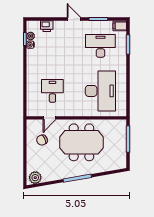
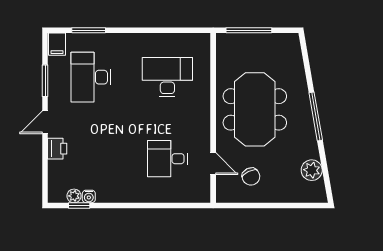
printer: (47, 26) -> (57, 149), moved
desk: (100, 91) -> (167, 77), width x0.73, depth x0.77
plant: (35, 178) -> (312, 170), moved

